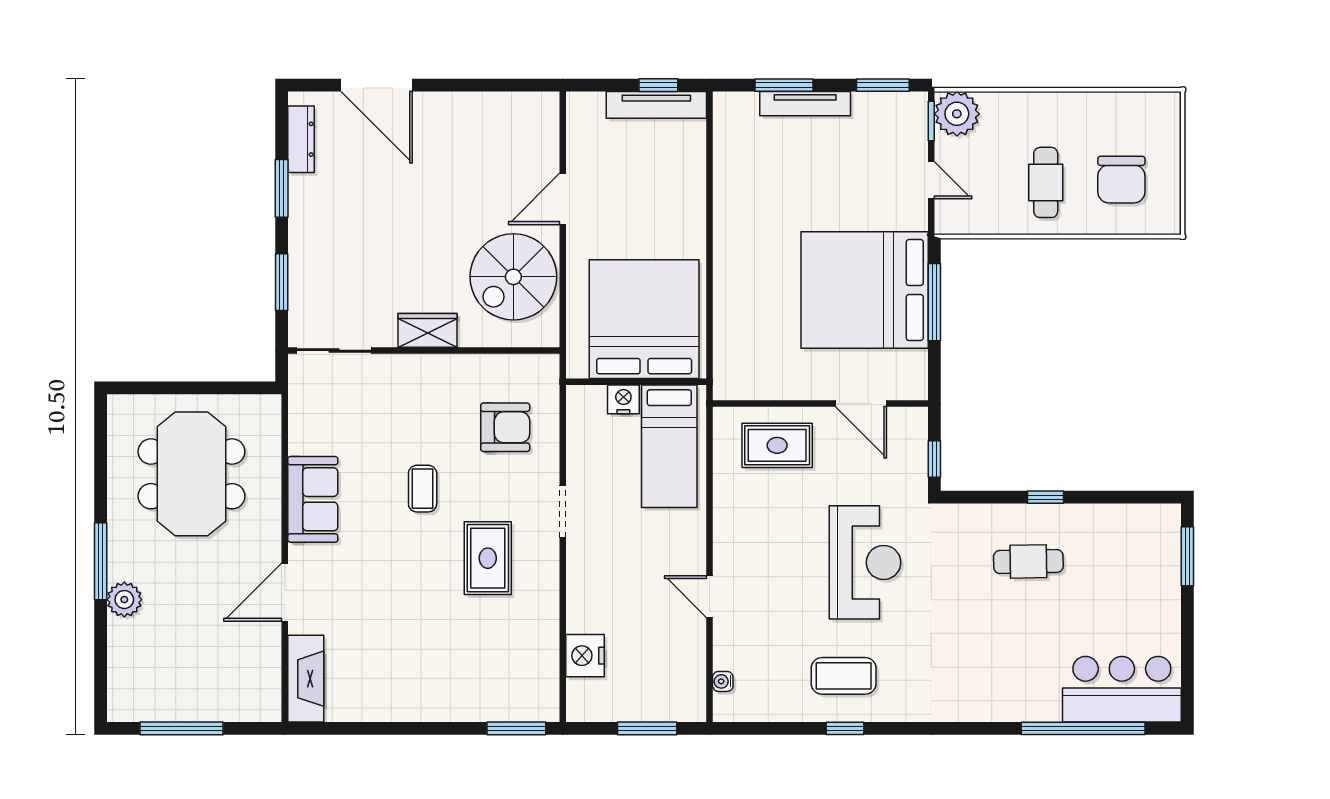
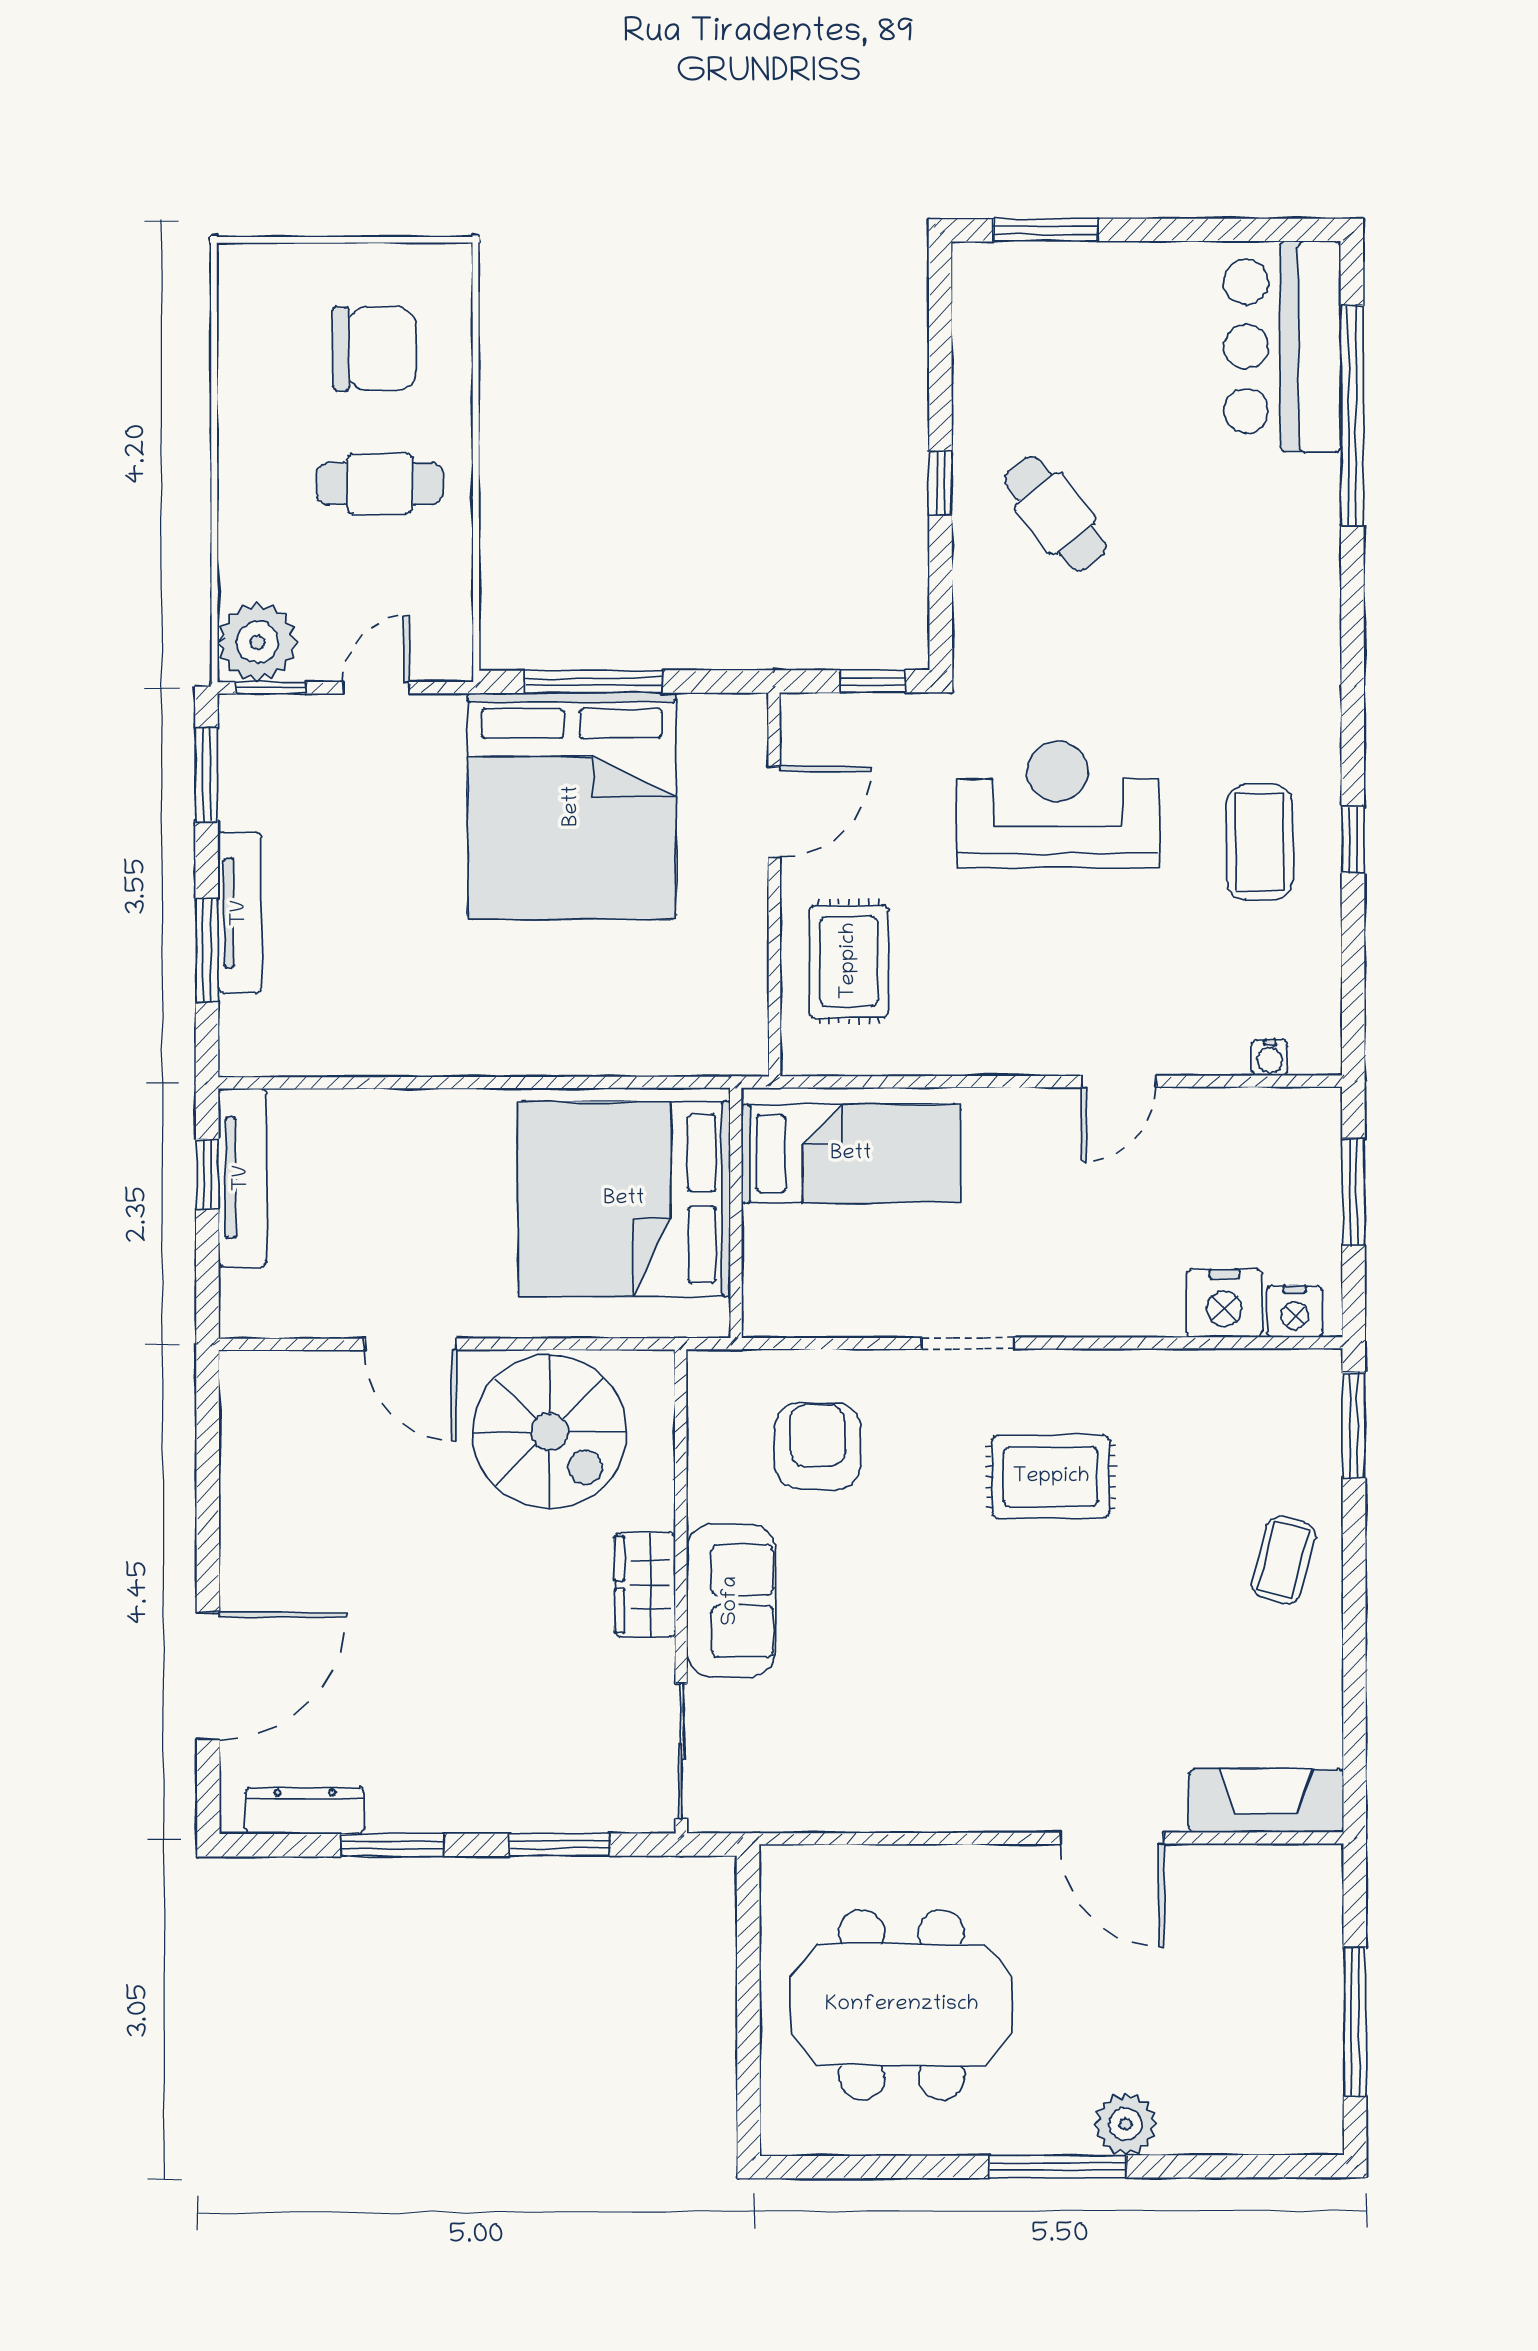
nightstand: (623, 399) -> (1295, 1311), moved, turned -90
coffee table: (423, 489) -> (1284, 1560), moved, turned -75
sofa: (313, 499) -> (731, 1601), moved, turned 90
cafe table: (1028, 561) -> (1055, 513), turned -37

